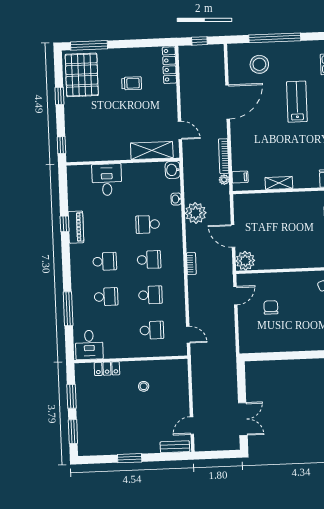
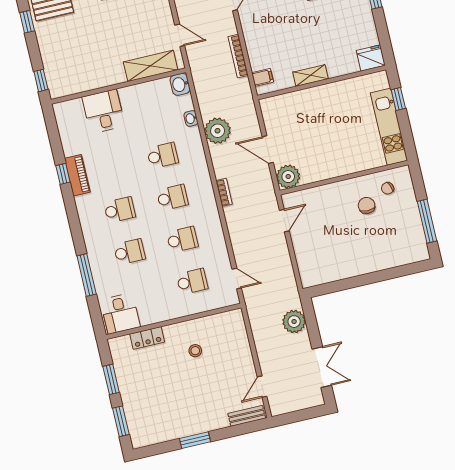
plant: (224, 180) -> (294, 322), moved, width x1.88, depth x1.88
school desk: (148, 224) -> (163, 155), turned 180
chair: (271, 307) -> (367, 205), moved

